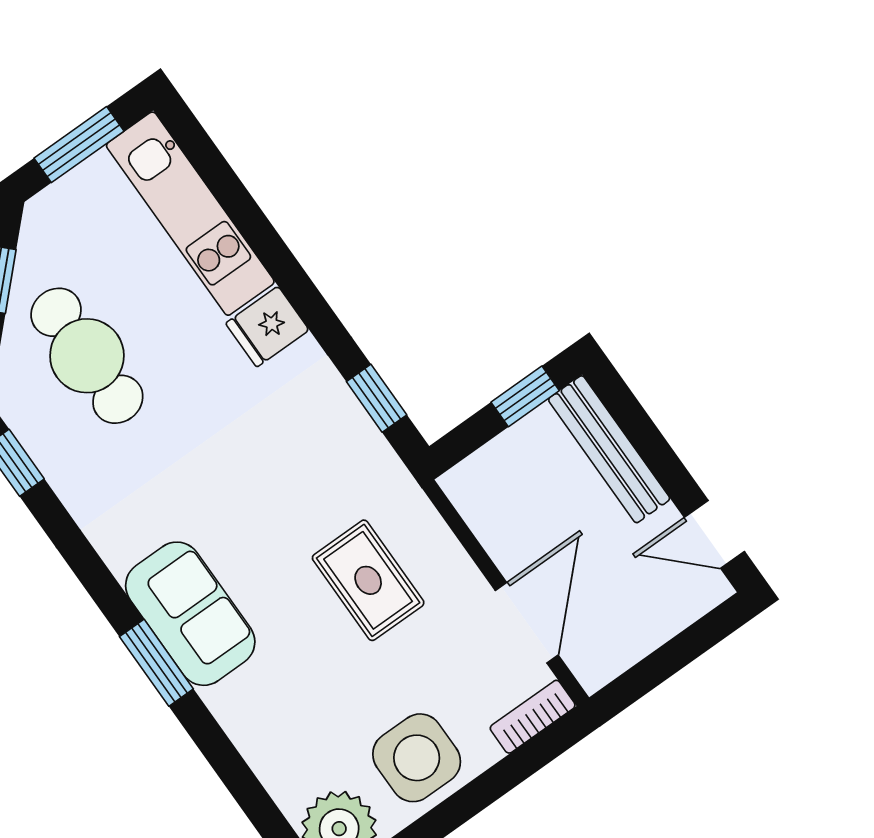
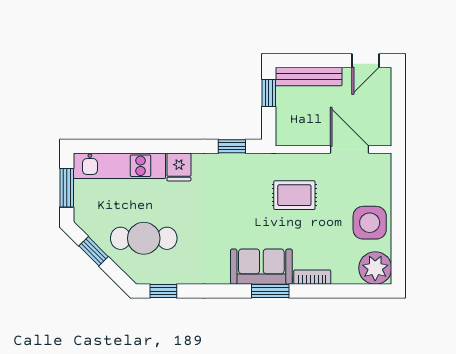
bookcase: (533, 717) -> (312, 277), moved, turned 90

